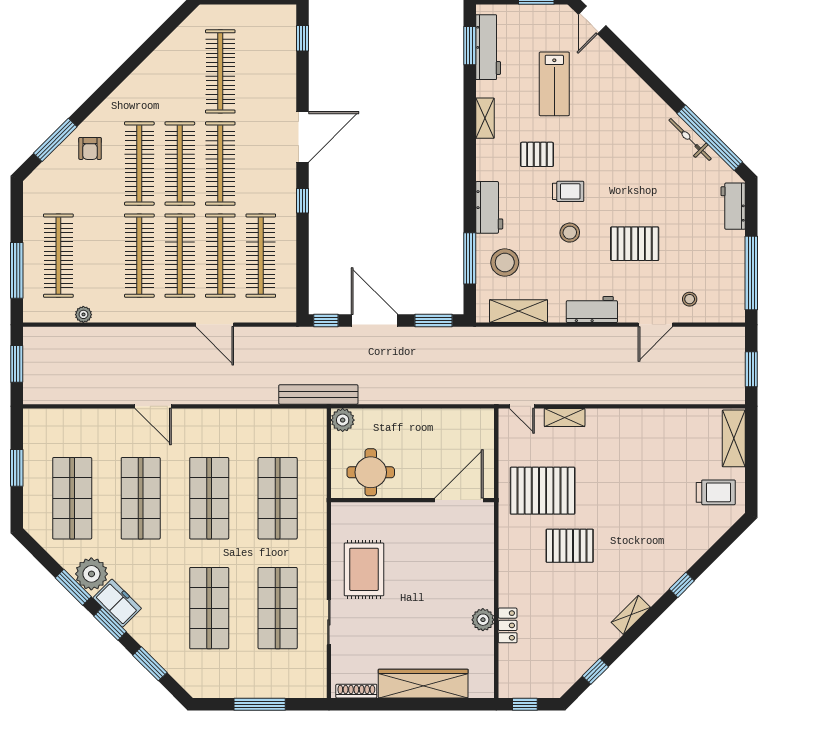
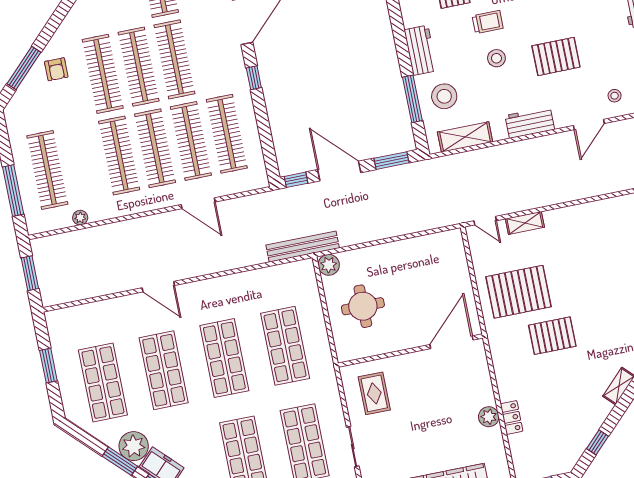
wall: (413, 500) -> (410, 351), moved
door: (459, 500) -> (451, 342), moved
rug: (364, 569) -> (374, 393), width x0.73, depth x0.70

